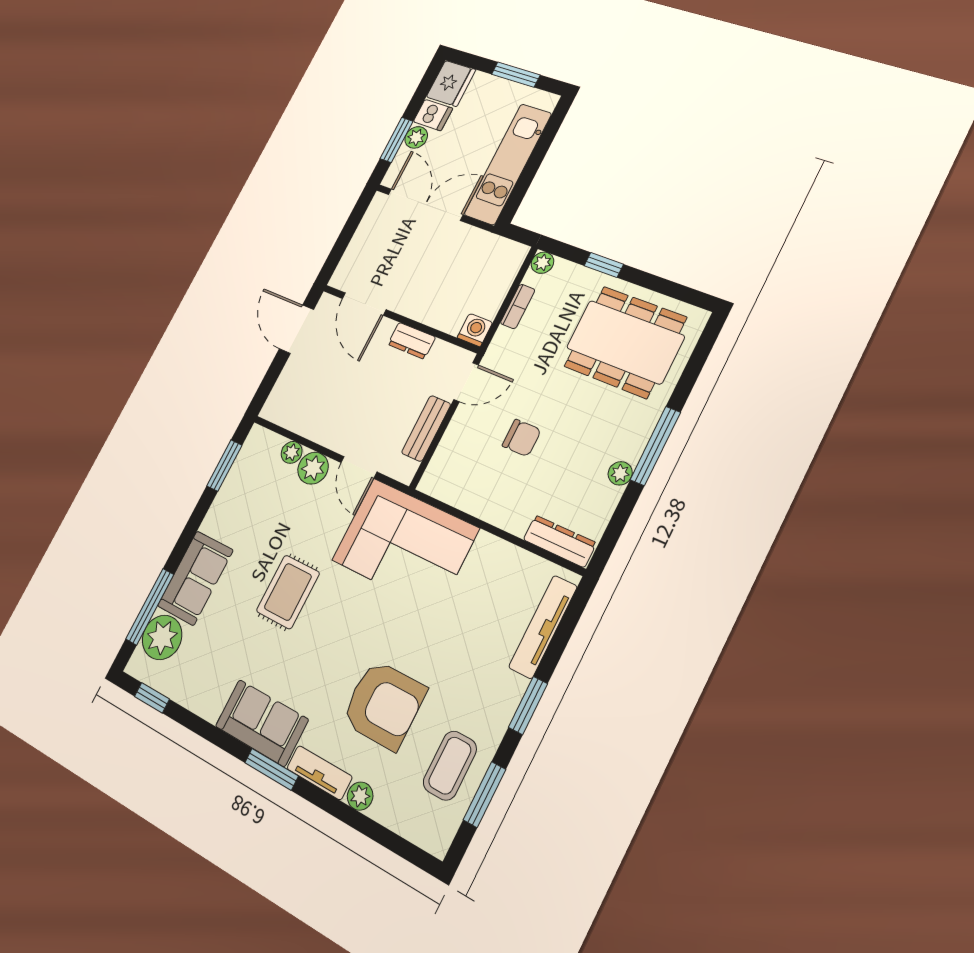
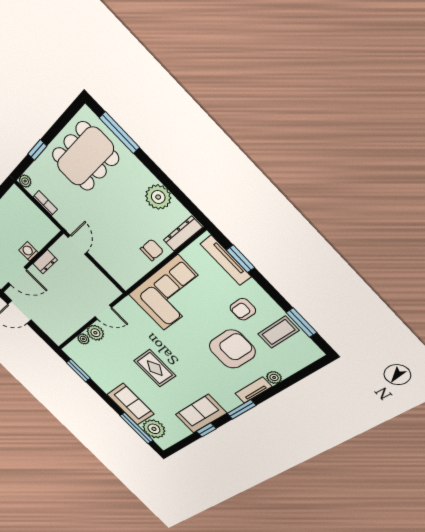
washing machine: (475, 330) -> (28, 251), moved
bench: (426, 428) -> (95, 273), removed
chair: (522, 438) -> (152, 250), moved
window: (655, 446) -> (119, 133), moved
plant: (620, 473) -> (158, 197), width x1.87, depth x1.87
corner sofa: (405, 544) -> (171, 293), moved
armchair: (467, 691) -> (243, 309), added
window: (152, 698) -> (206, 430), moved
window: (528, 706) -> (240, 259), moved
sofa: (262, 723) -> (201, 414), moved
coffee table: (450, 766) -> (278, 332), turned 90

